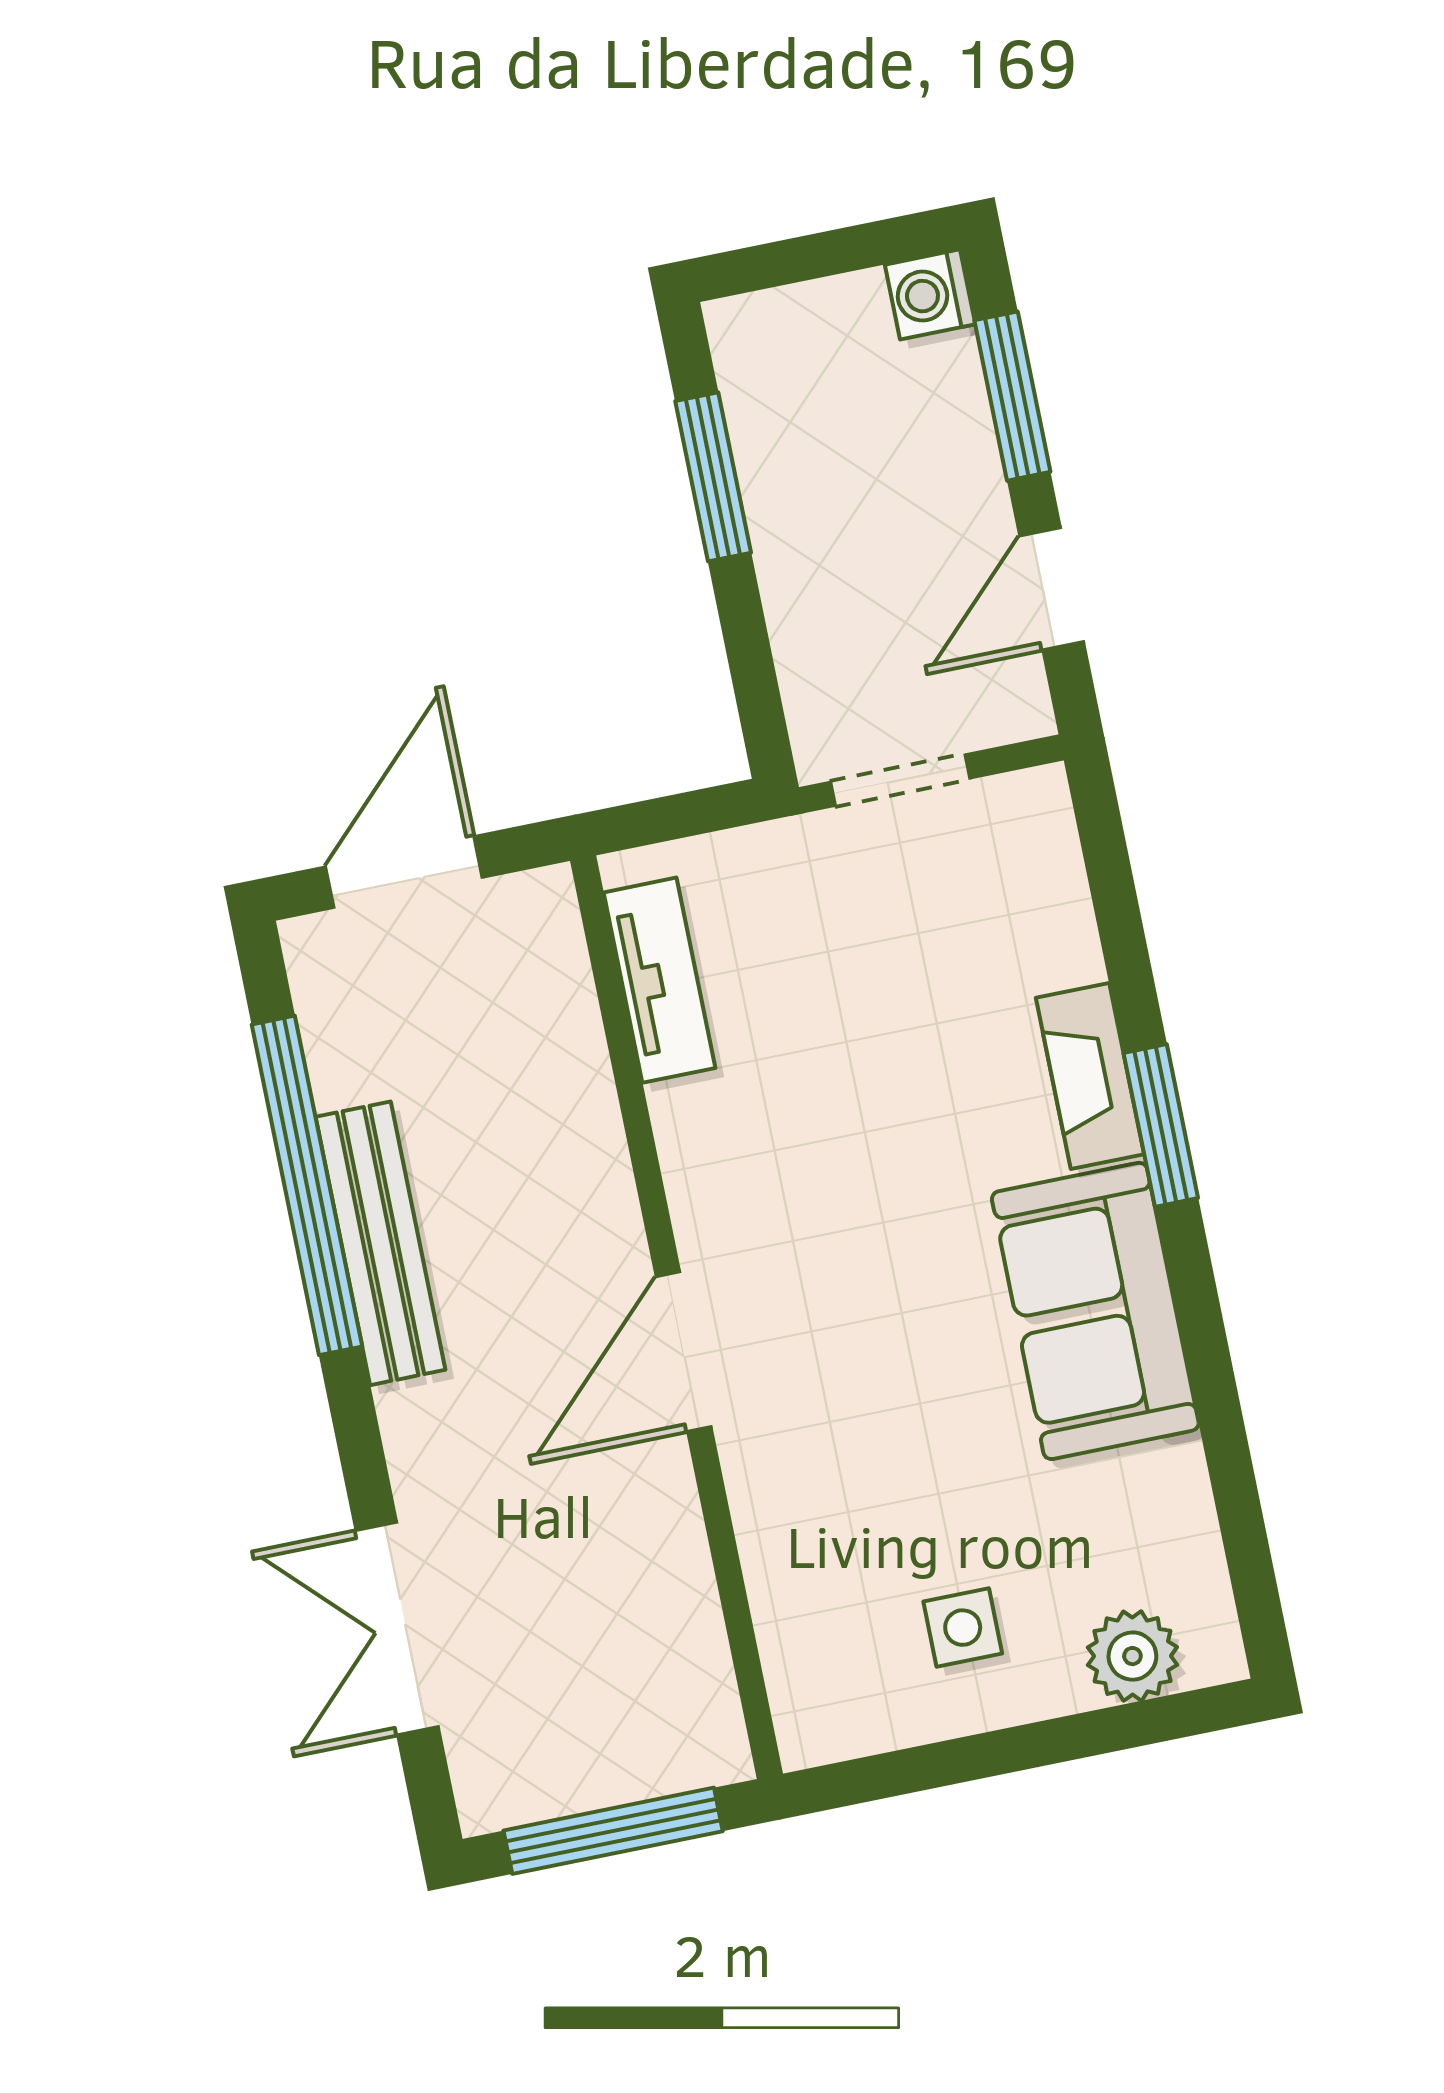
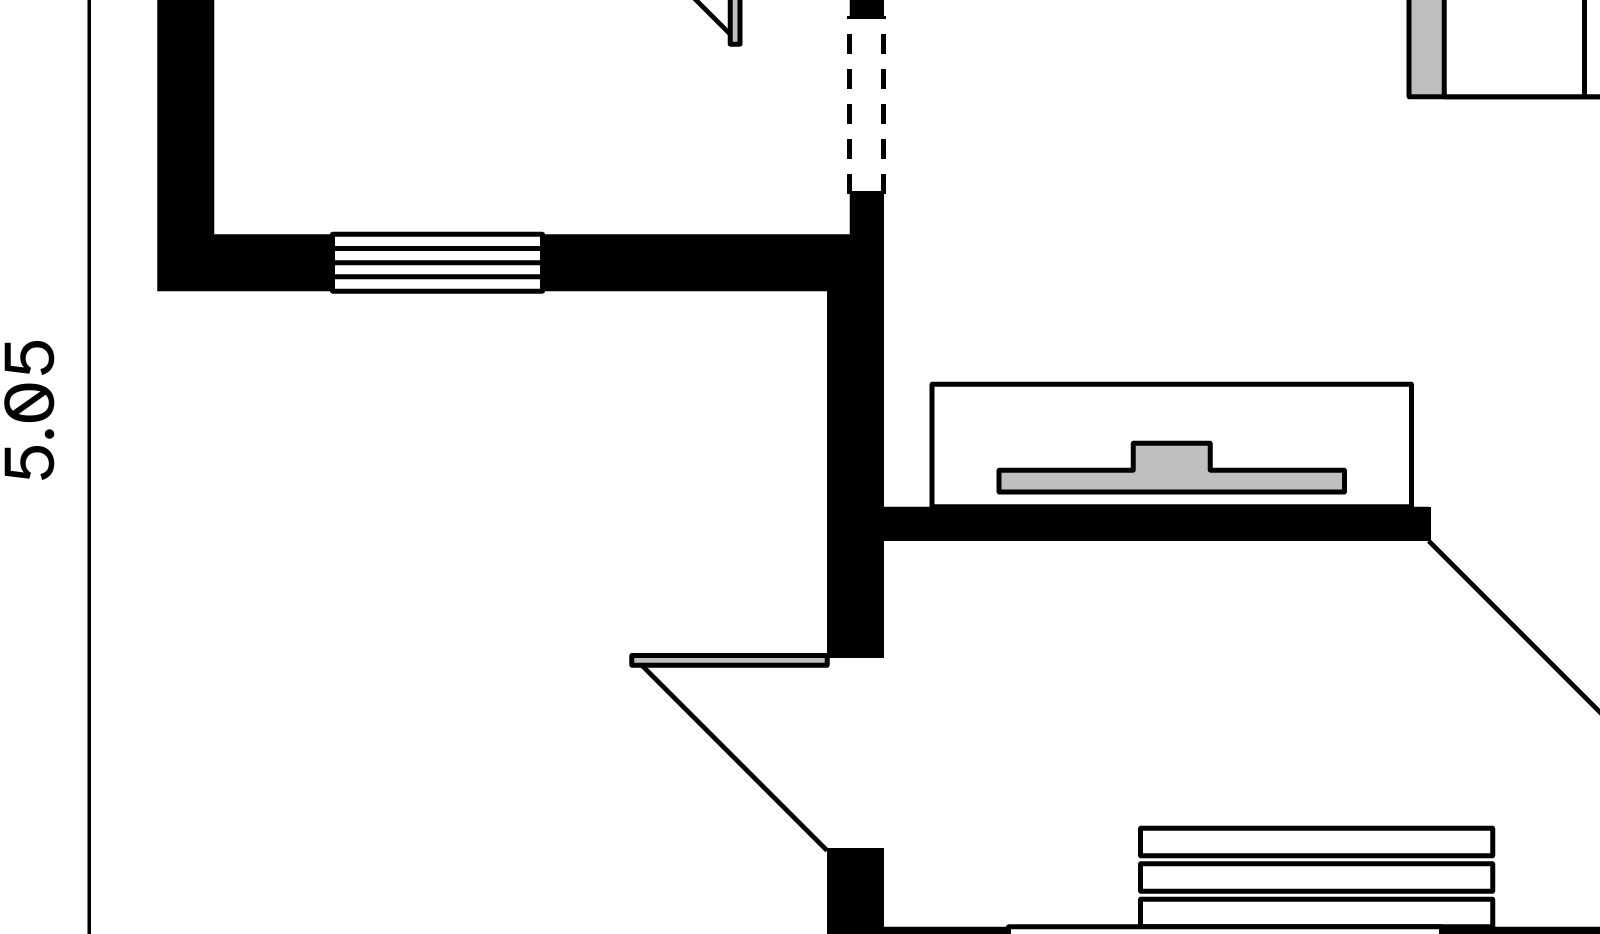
tv unit: (659, 980) -> (1172, 445), width x1.92, depth x1.29

